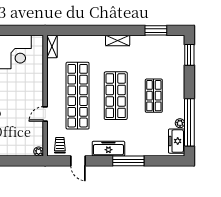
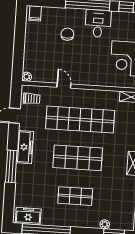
plant: (180, 123) -> (105, 224), moved

